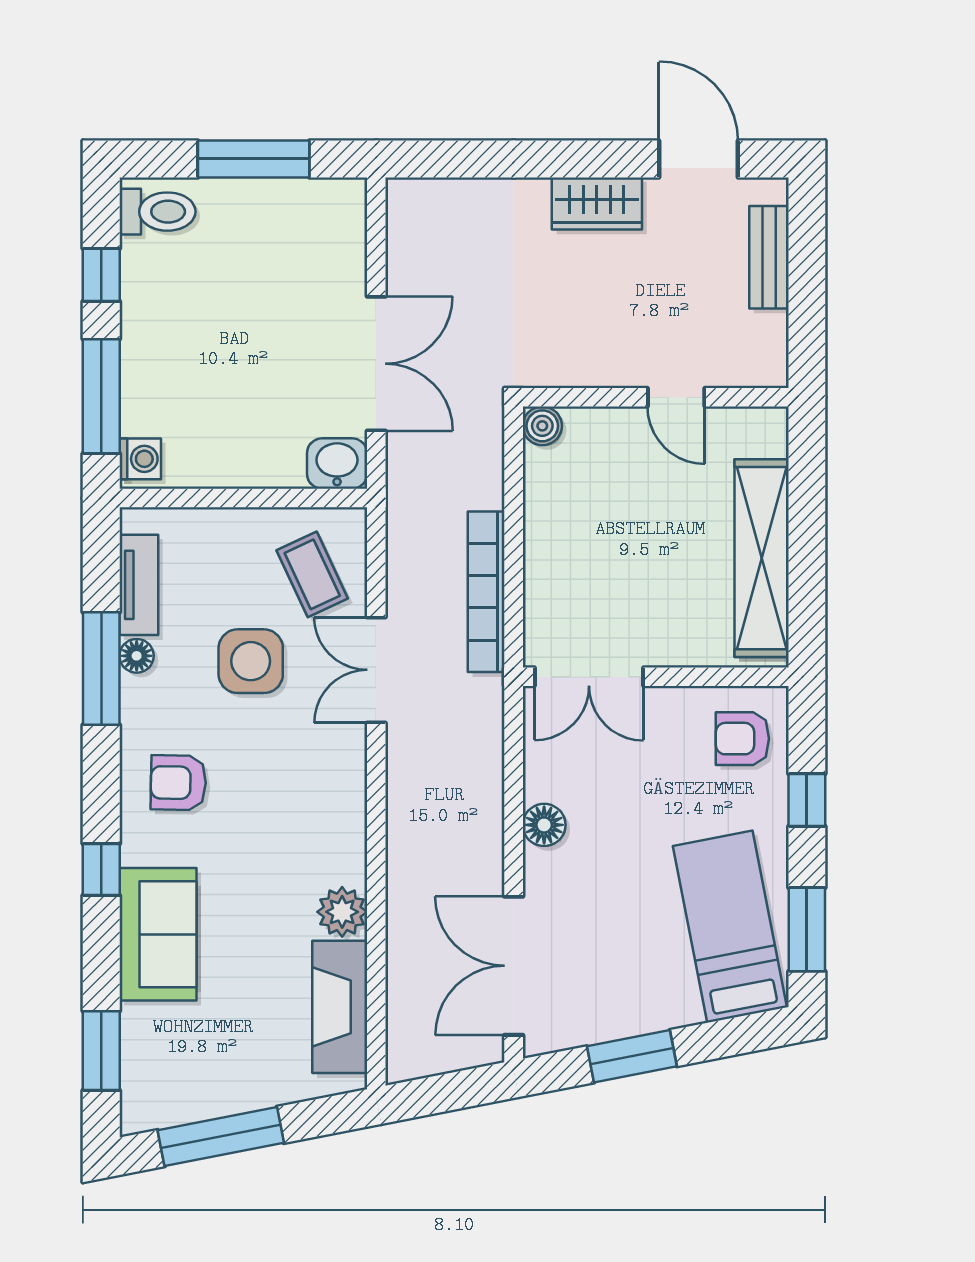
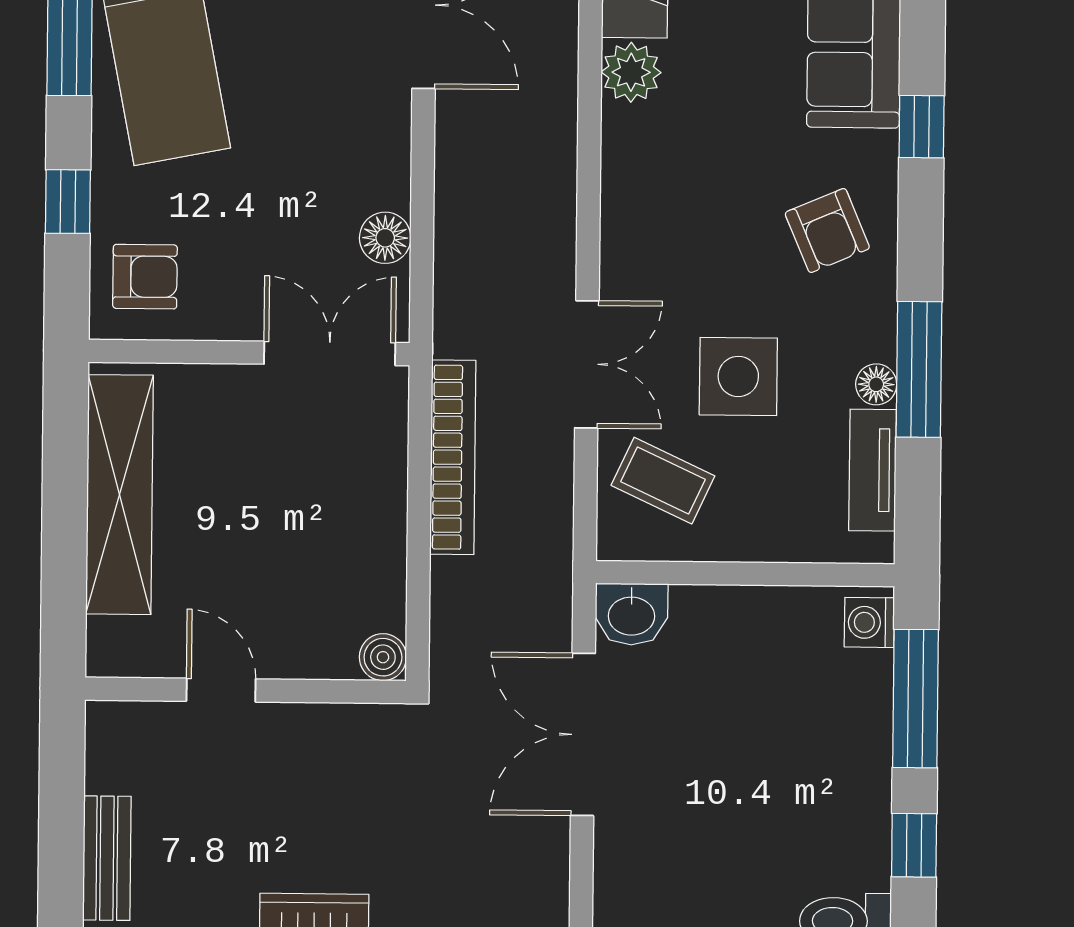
coffee table: (312, 574) -> (663, 481), turned -40
armchair: (178, 783) -> (827, 230), turned 66
floor lamp: (544, 825) -> (385, 238), moved

